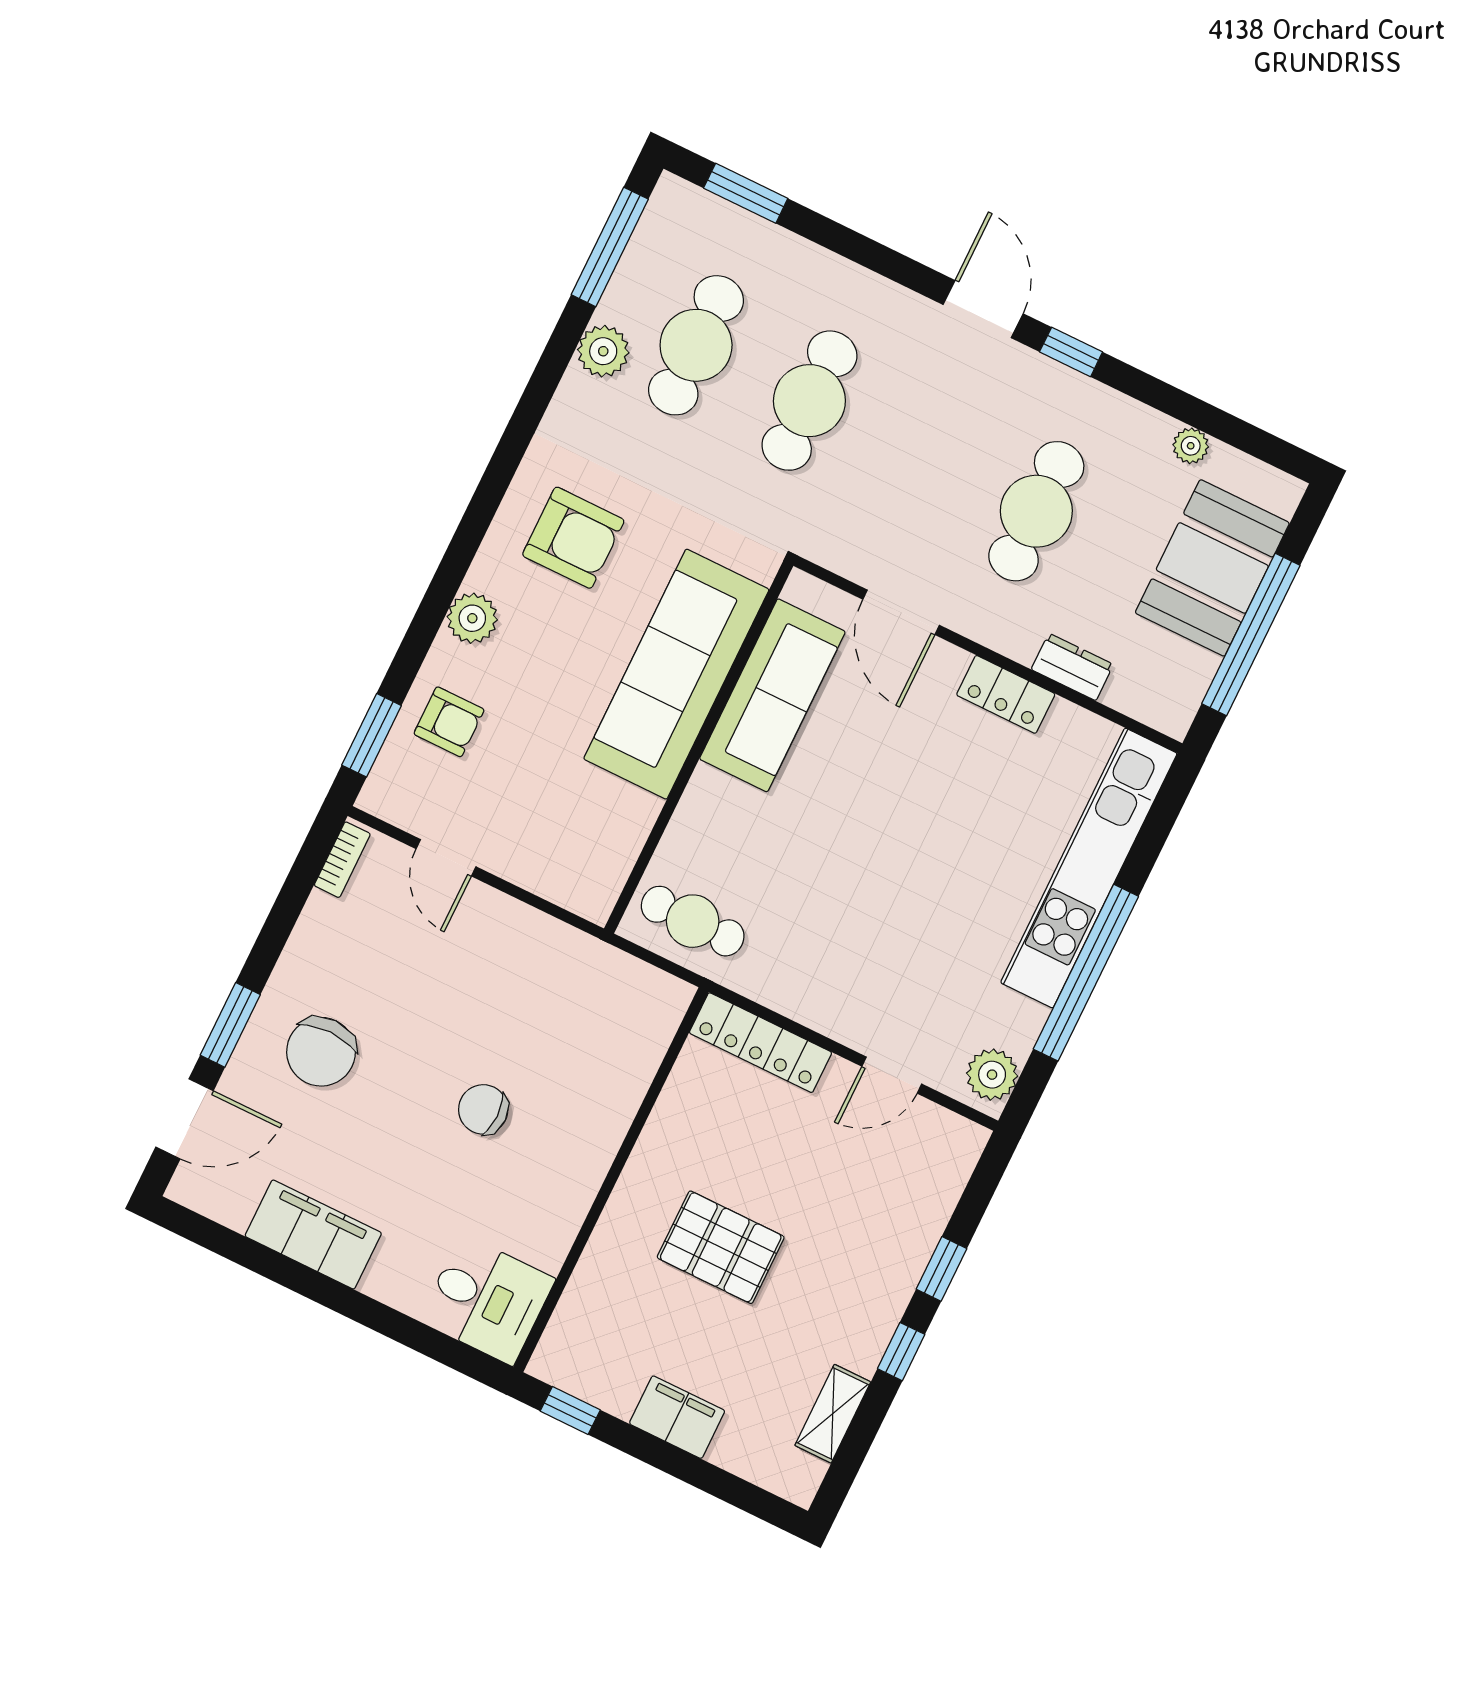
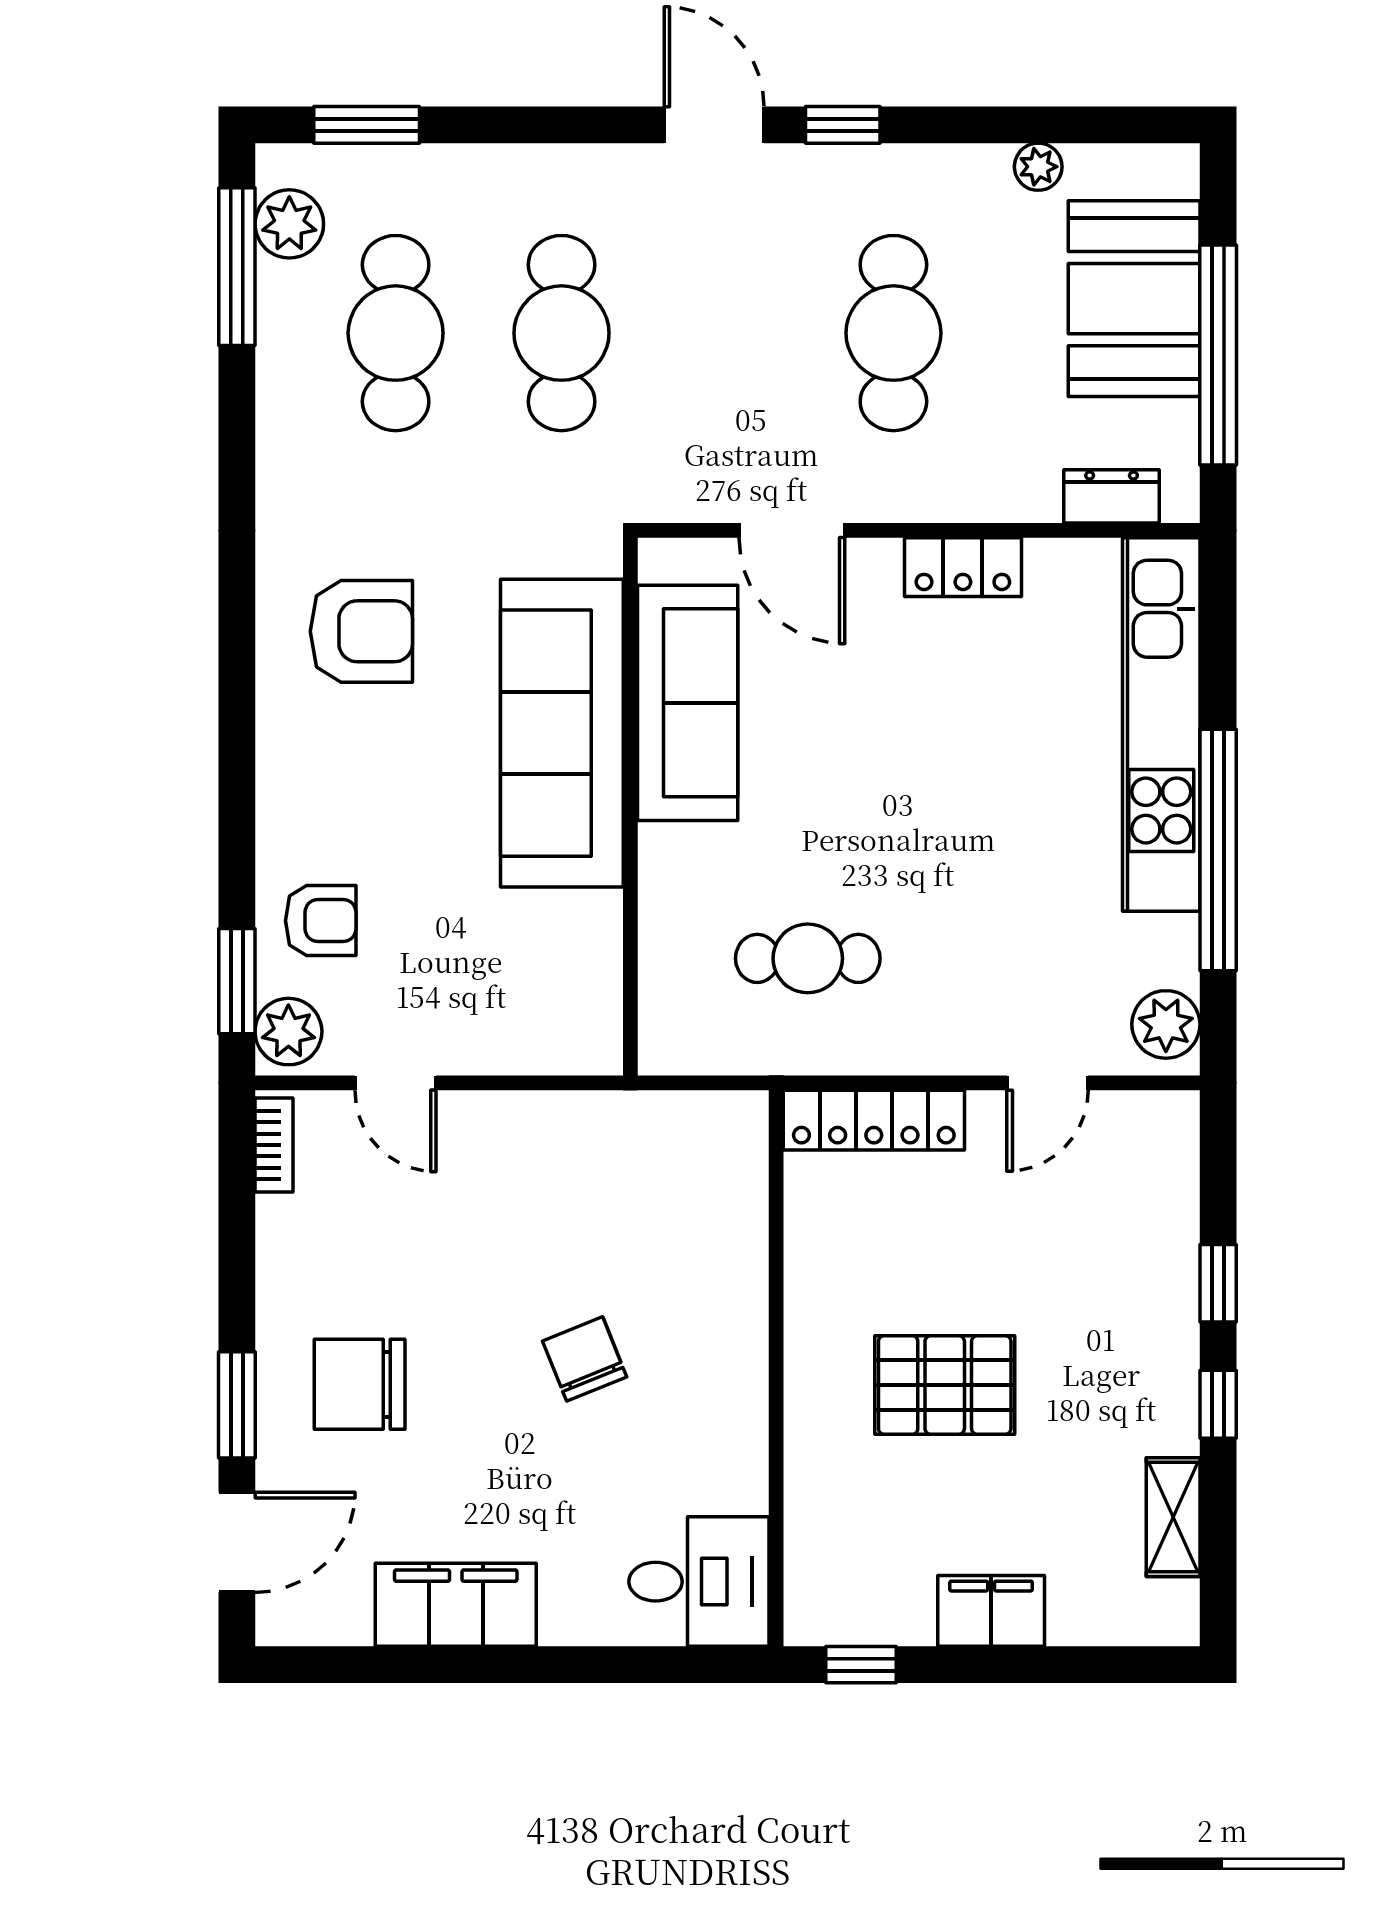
plant: (603, 351) -> (289, 224), moved
plant: (472, 618) -> (288, 1032), moved
dresser: (1072, 667) -> (1112, 496), moved
cafe table: (693, 921) -> (808, 958), moved
chair: (321, 1052) -> (360, 1384), turned 90
chair: (483, 1109) -> (585, 1359), turned 68

